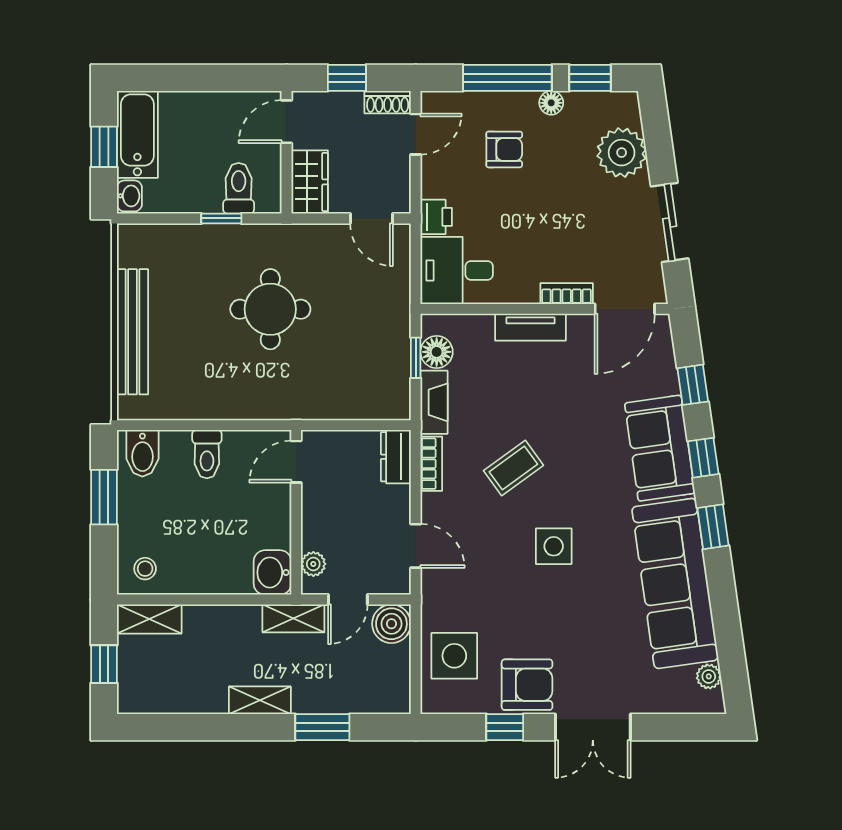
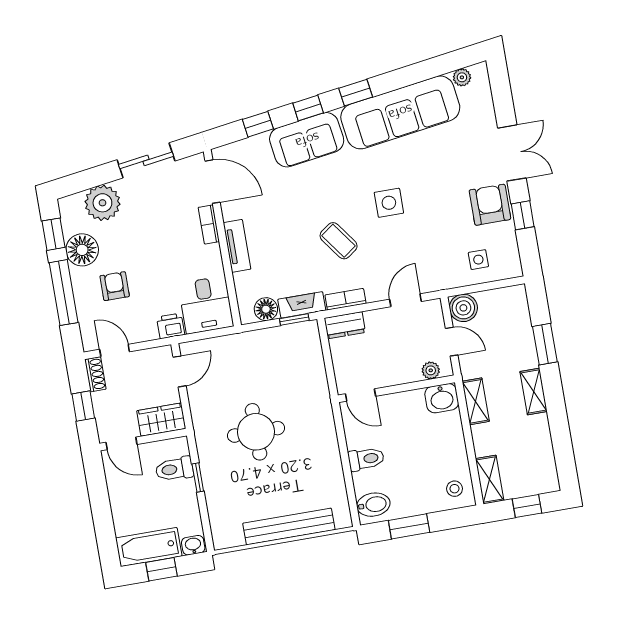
floor lamp: (551, 103) -> (82, 250), width x1.89, depth x1.89
window: (416, 358) -> (294, 319), moved
shelving: (293, 618) -> (476, 401), moved
side table: (454, 656) -> (478, 260), width x0.54, depth x0.54

